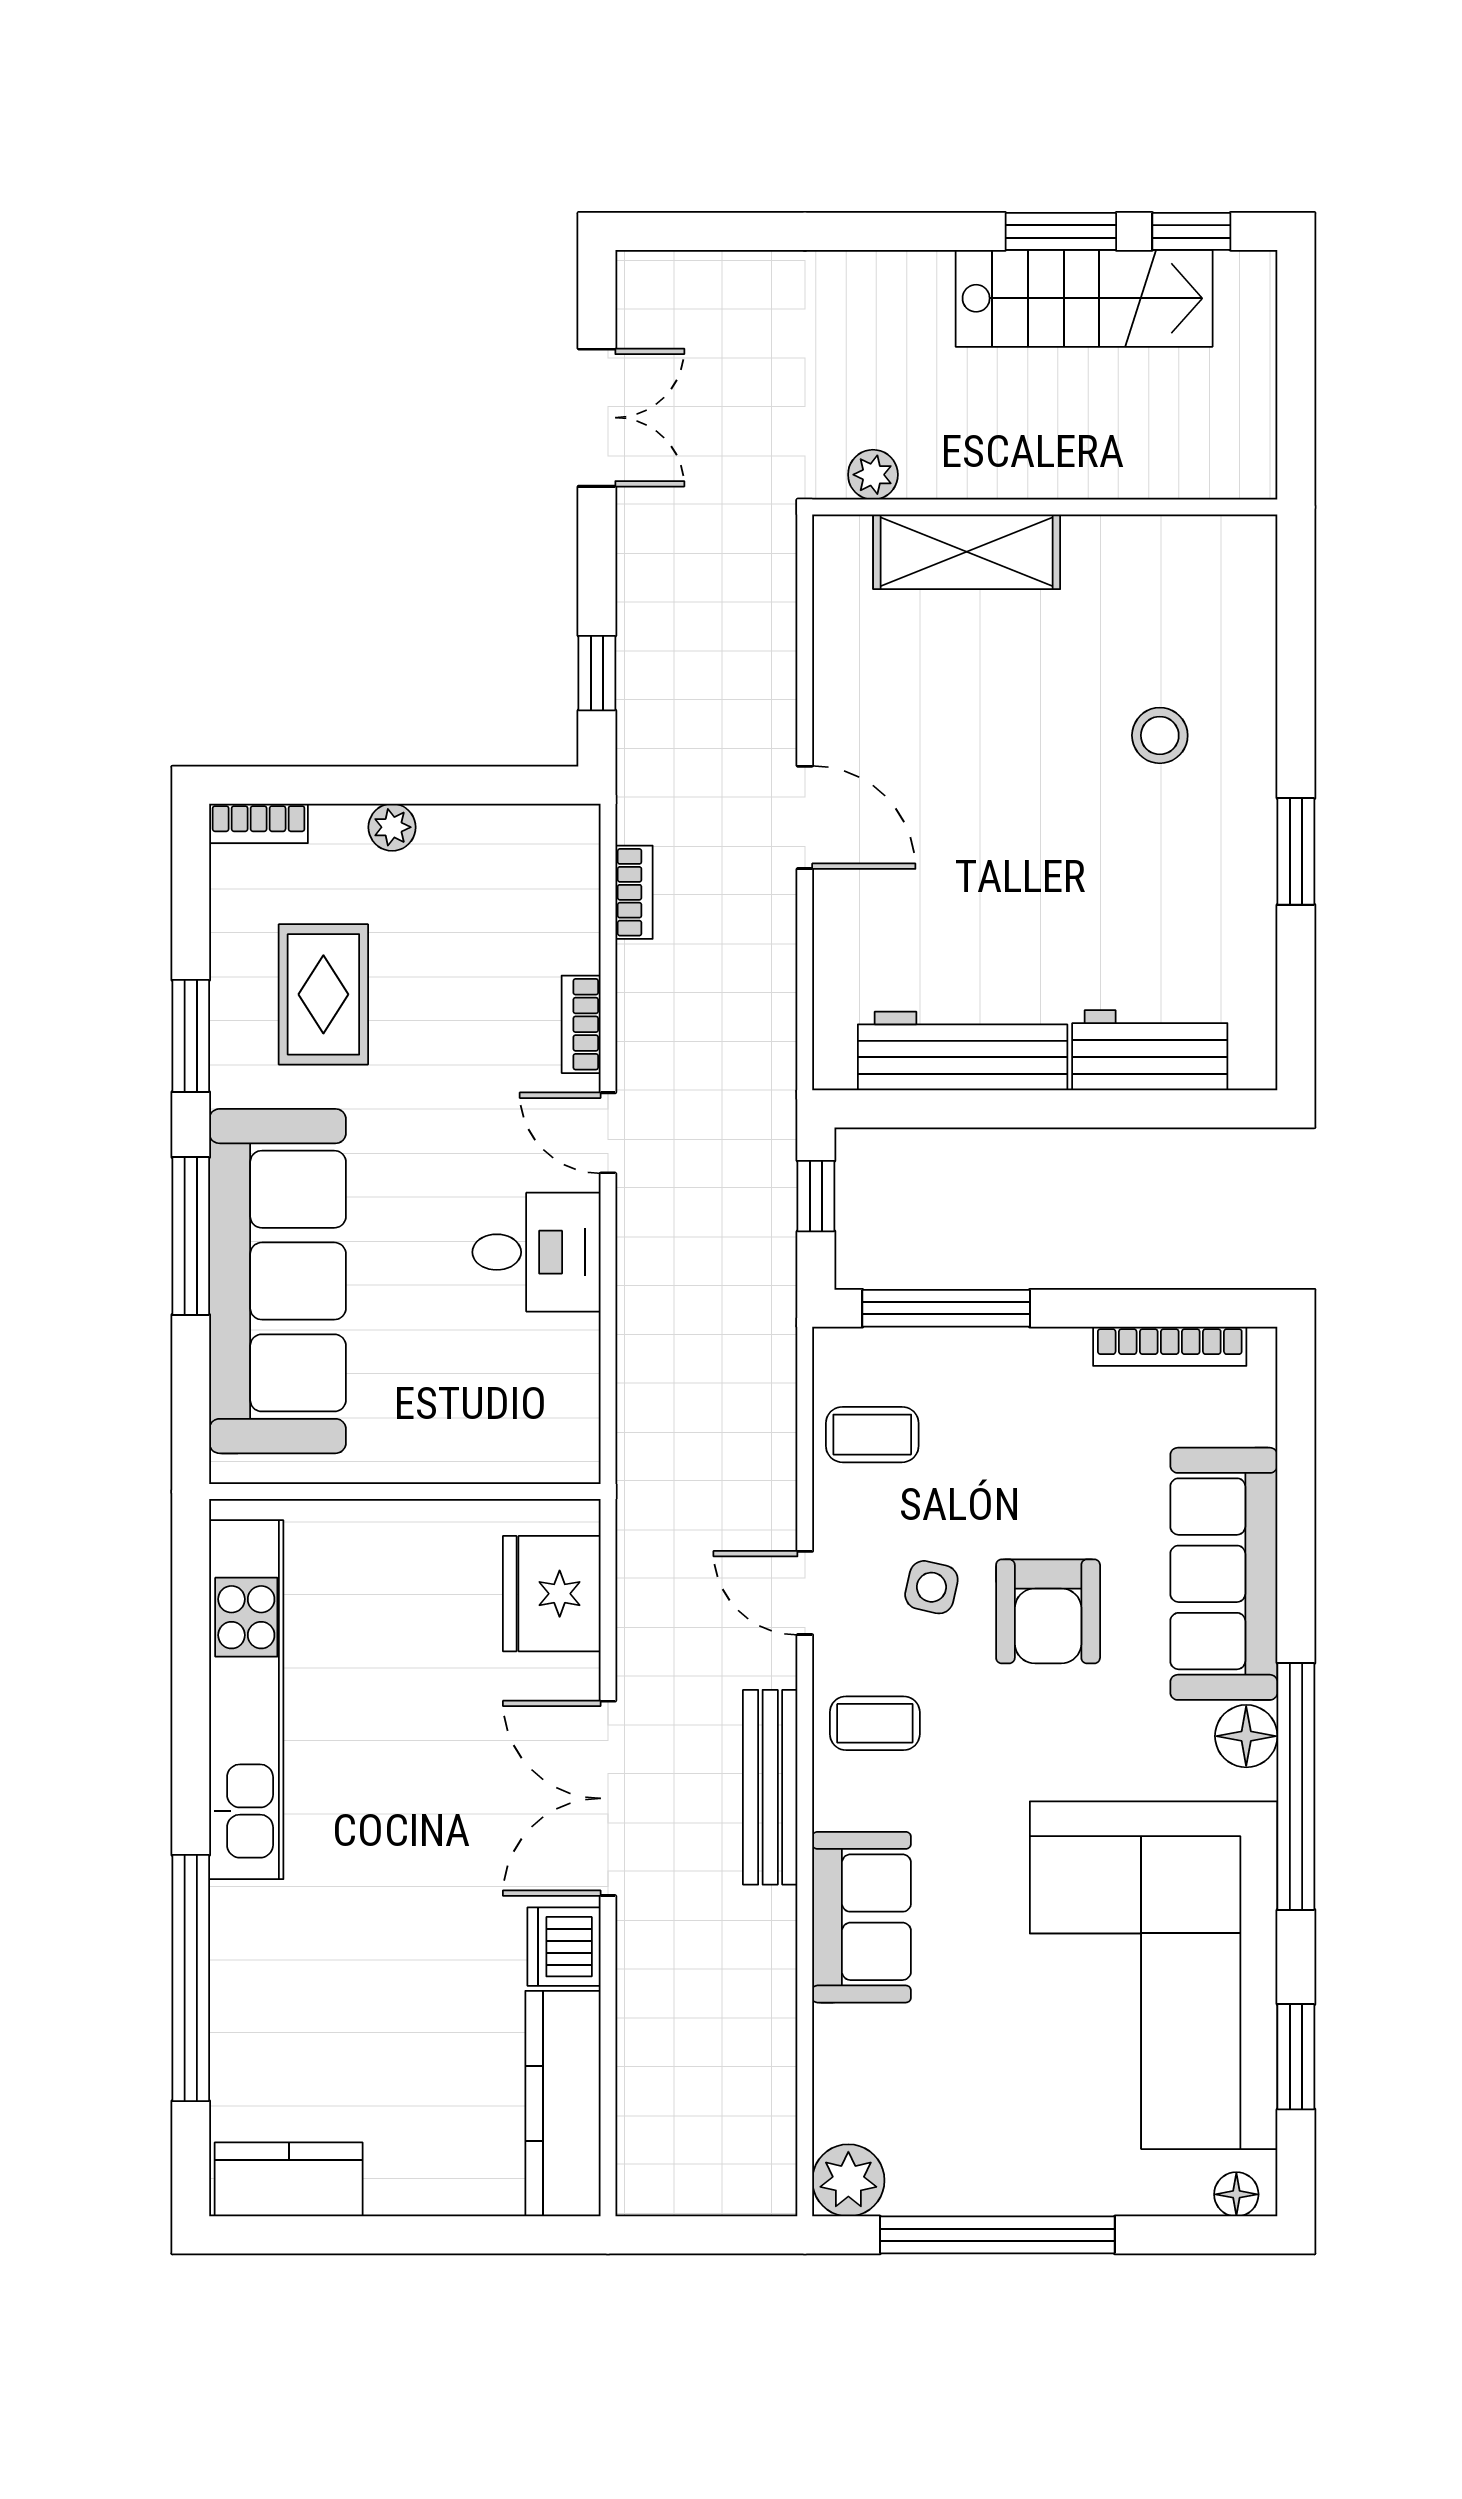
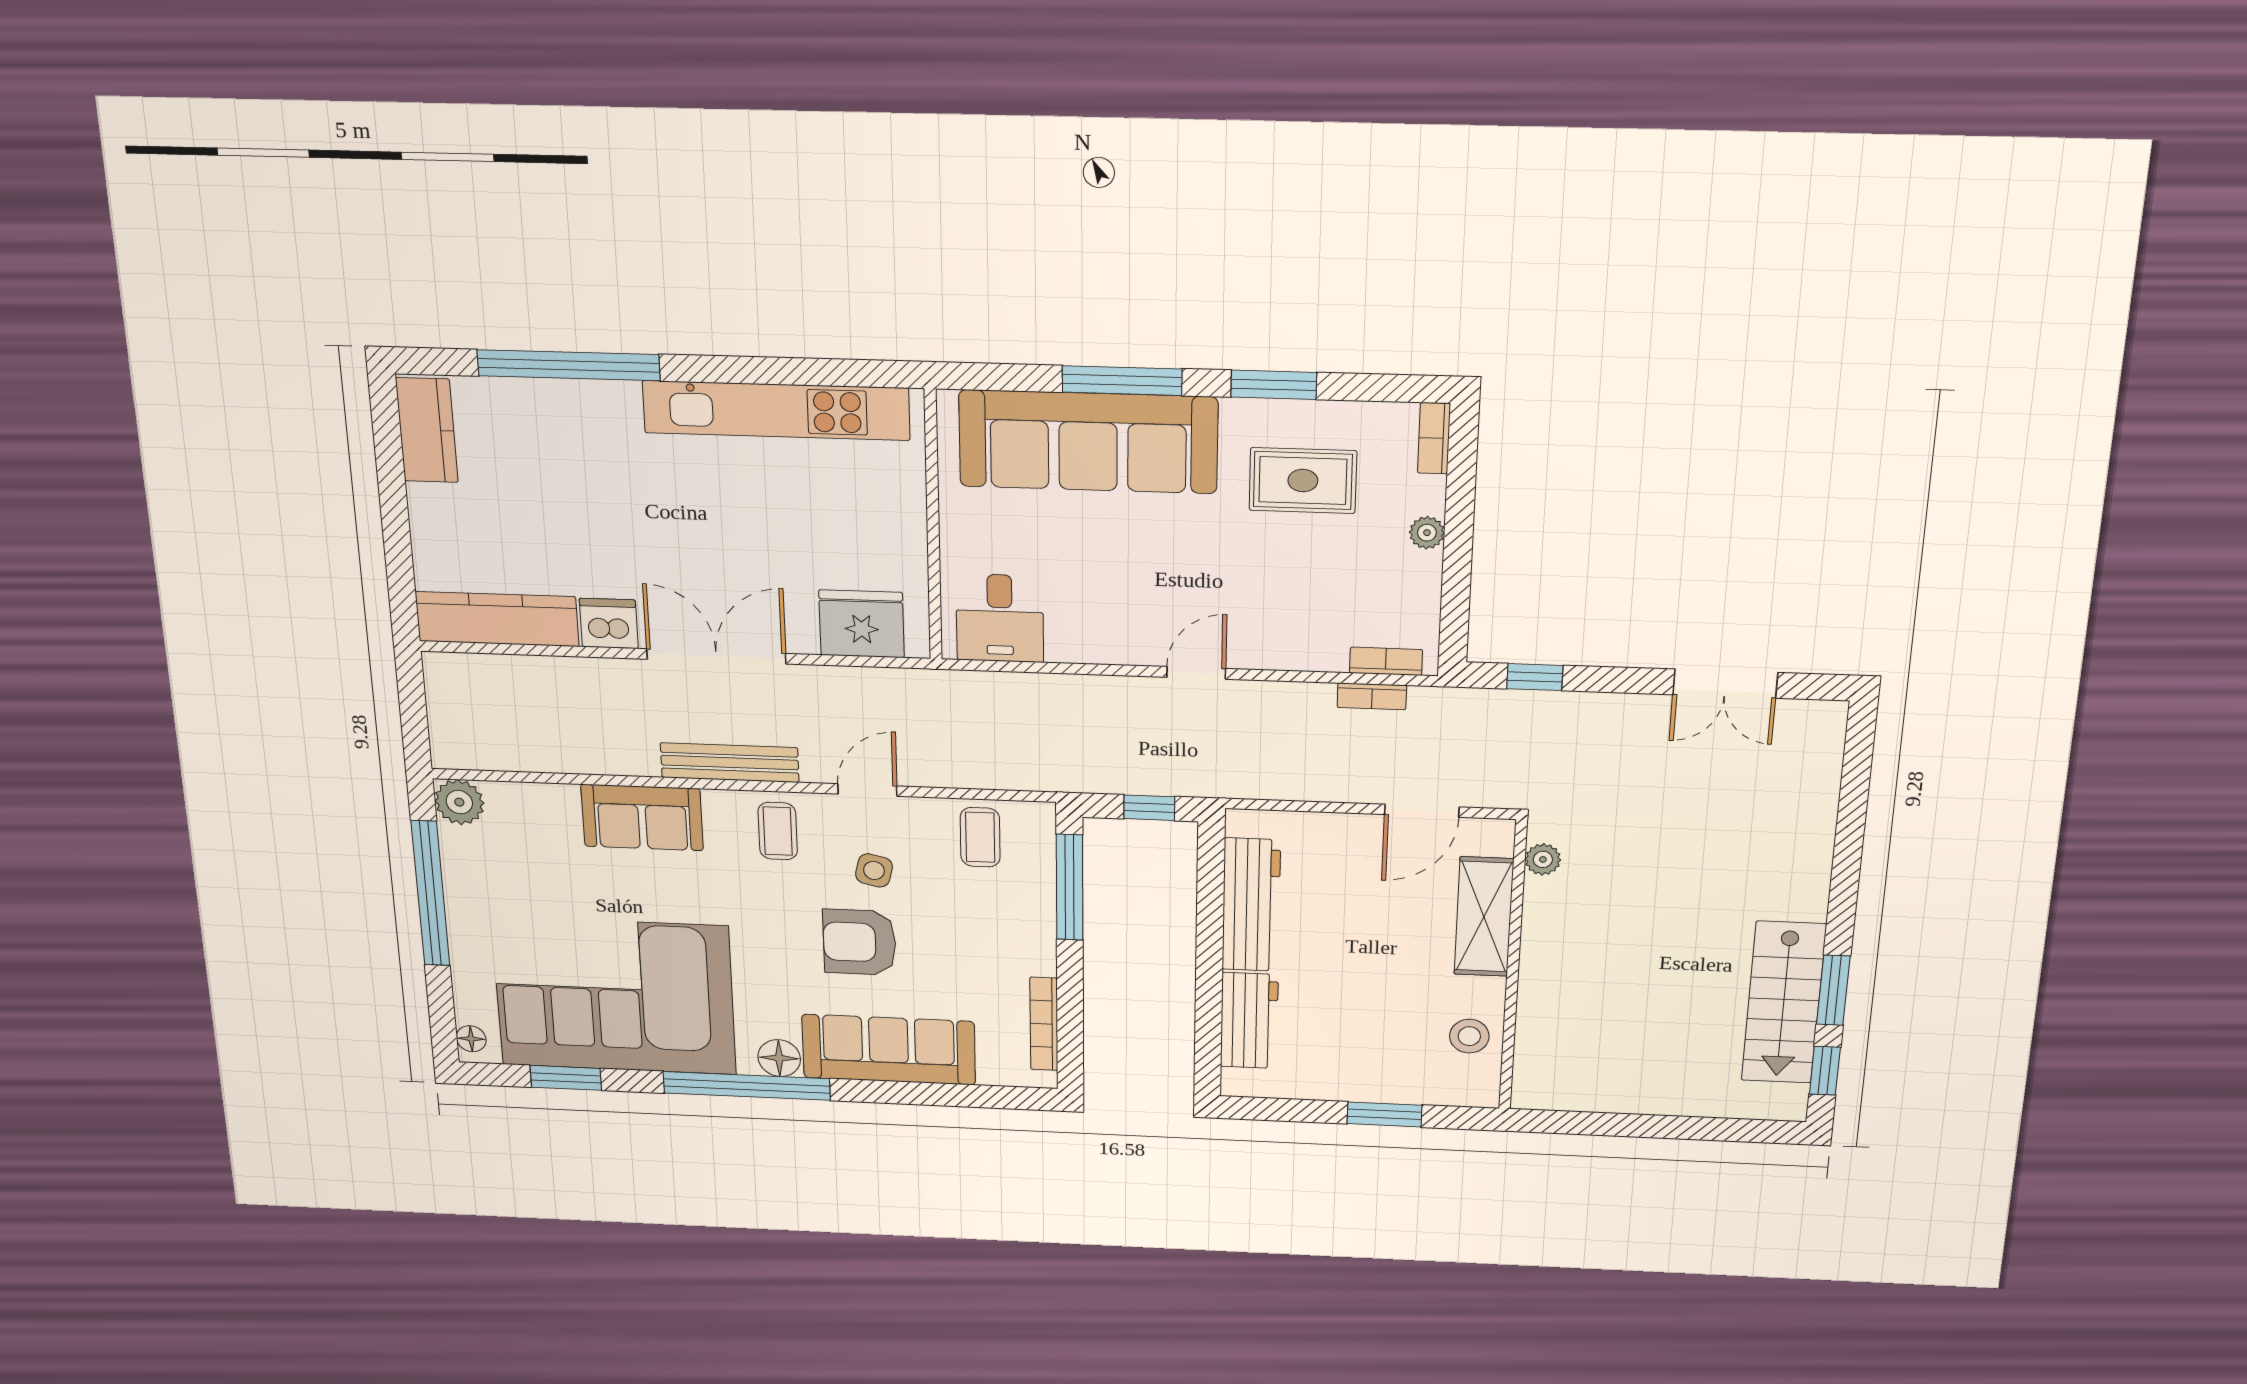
plant: (873, 475) -> (1543, 859), moved
wall: (1045, 507) -> (1513, 967), moved
shelving: (967, 552) -> (1484, 917), moved
bookcase: (581, 1024) -> (1386, 661), moved
desk: (536, 1252) -> (1000, 618), moved

